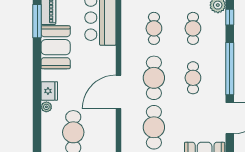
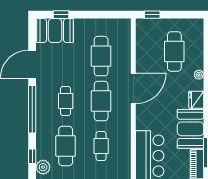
cafe table: (193, 28) -> (66, 146), width x1.37, depth x1.35
fridge: (49, 91) -> (196, 100), moved

